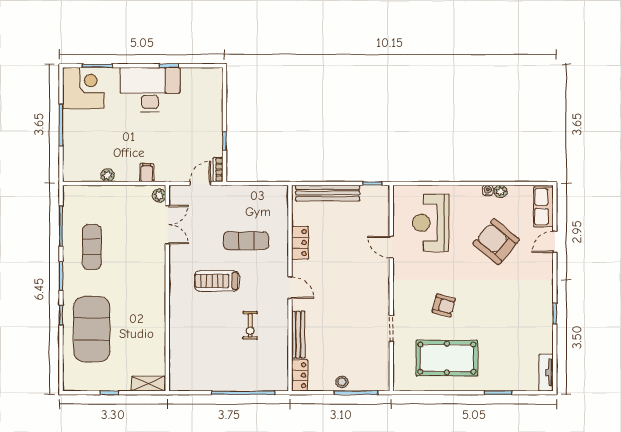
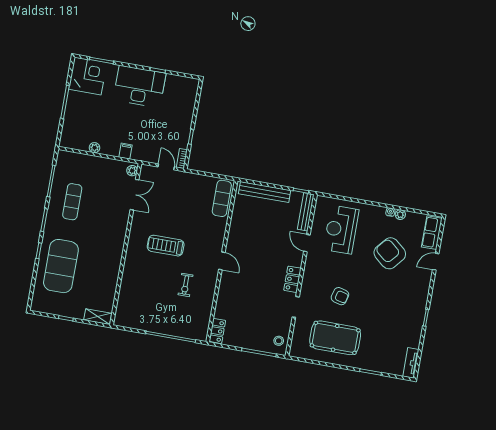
door: (200, 183) -> (166, 167), hinge flipped
exercise mat: (246, 241) -> (222, 198), moved, turned 90
locker: (300, 243) -> (292, 279), moved, turned 180
bench: (298, 335) -> (306, 212), moved
stool: (342, 382) -> (279, 341), moved

